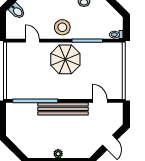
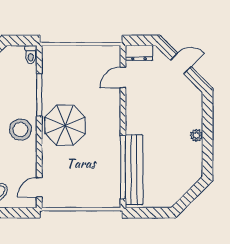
door: (32, 41) -> (39, 187), moved
bench: (63, 109) -> (134, 170), moved
dresser: (117, 112) -> (139, 53), added

